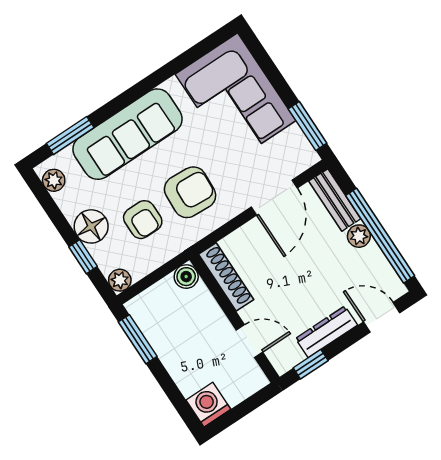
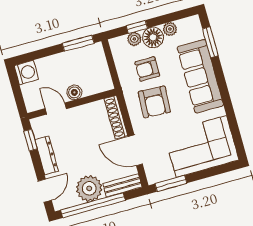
plant: (54, 180) -> (170, 29), moved
plant: (359, 236) -> (89, 188), width x1.88, depth x1.88
boiler: (186, 277) -> (74, 92), moved
shoe rack: (226, 277) -> (116, 117), moved, turned 90
plant: (120, 280) -> (134, 39), moved
door: (250, 341) -> (56, 109), swing flipped

